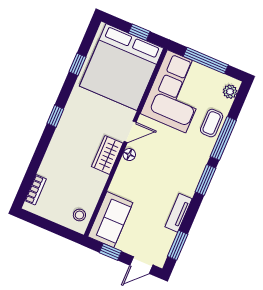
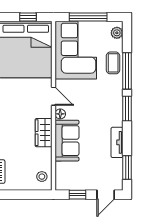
door: (130, 132) -> (53, 96), hinge flipped
wardrobe: (107, 155) -> (44, 133), moved
sofa: (110, 220) -> (67, 141), moved

